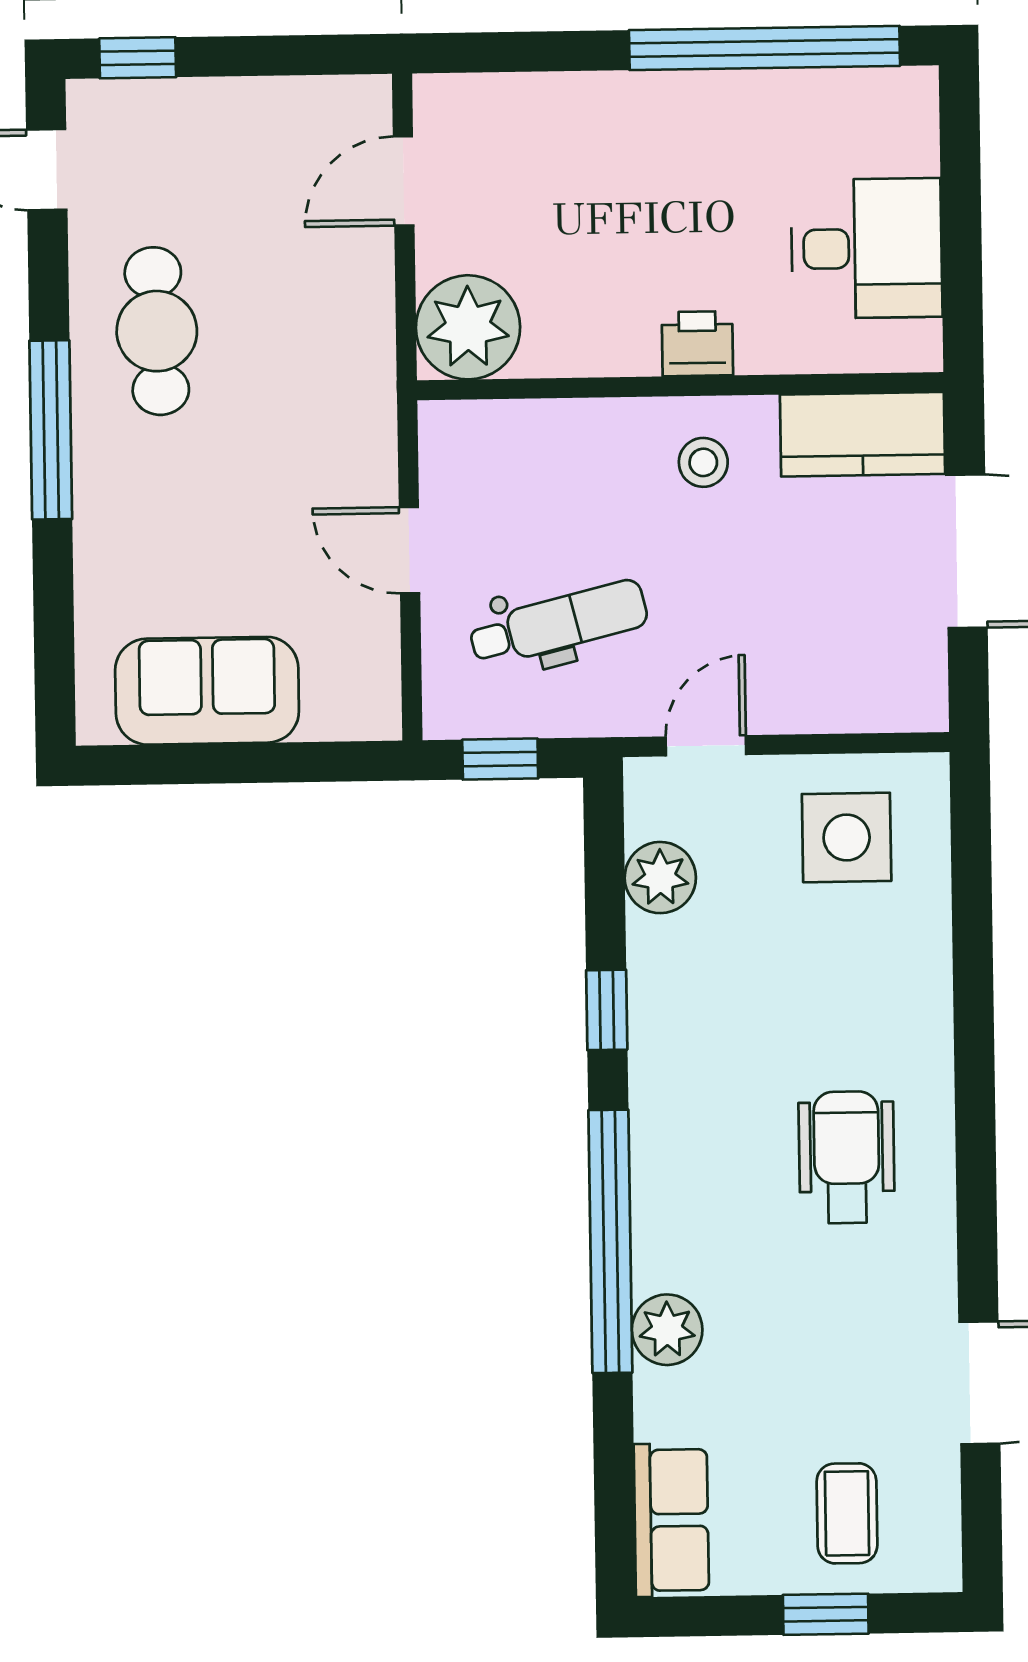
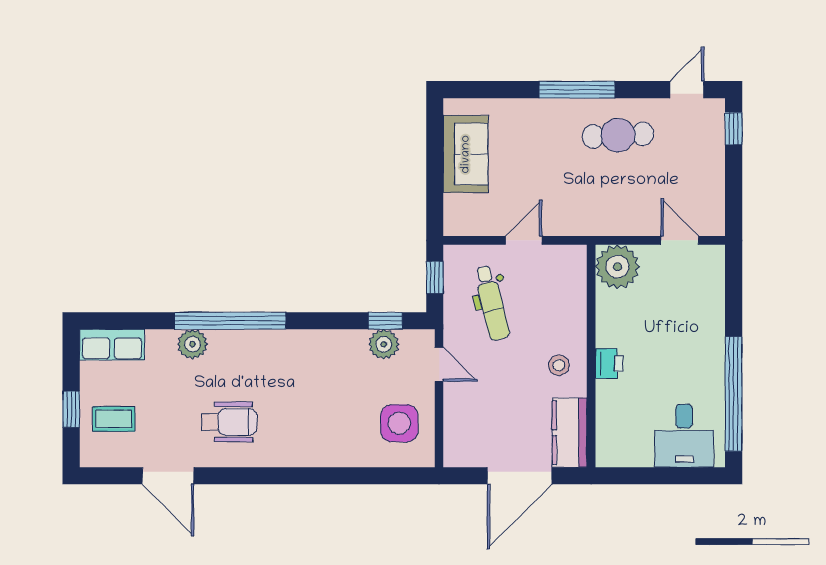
desk: (867, 248) -> (684, 436), moved
window: (607, 1010) -> (385, 321), moved
wheelchair: (847, 1157) -> (229, 422), moved

